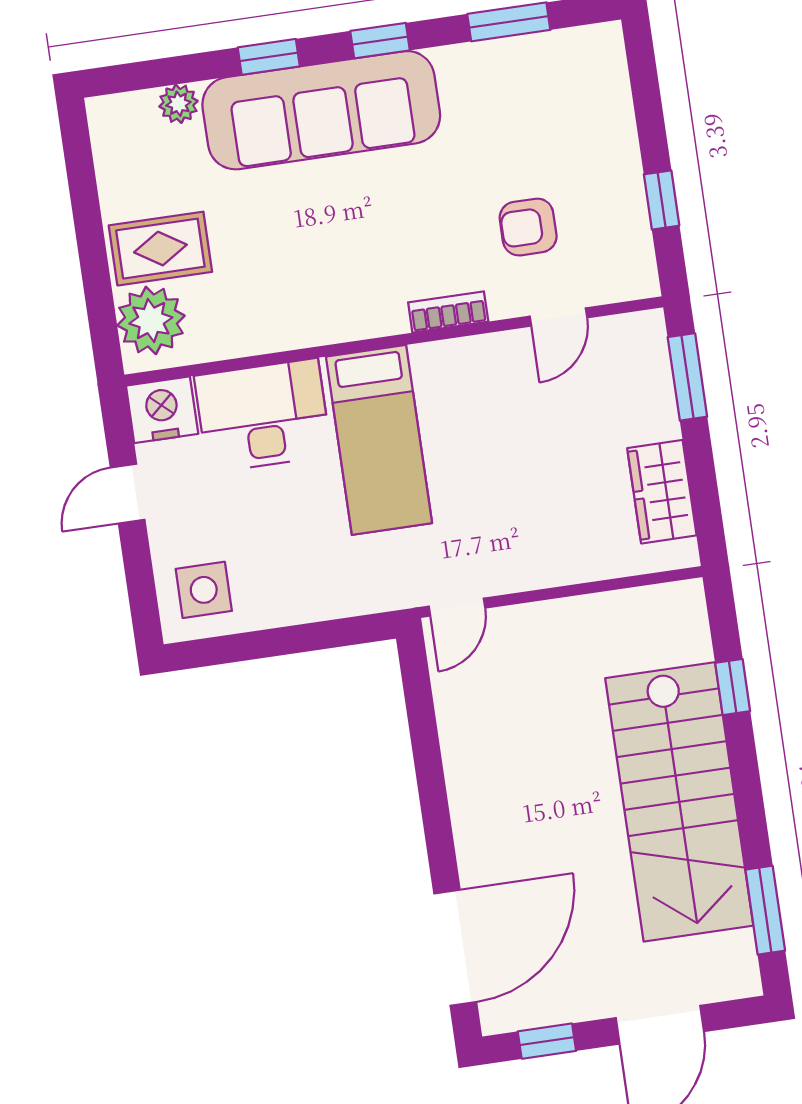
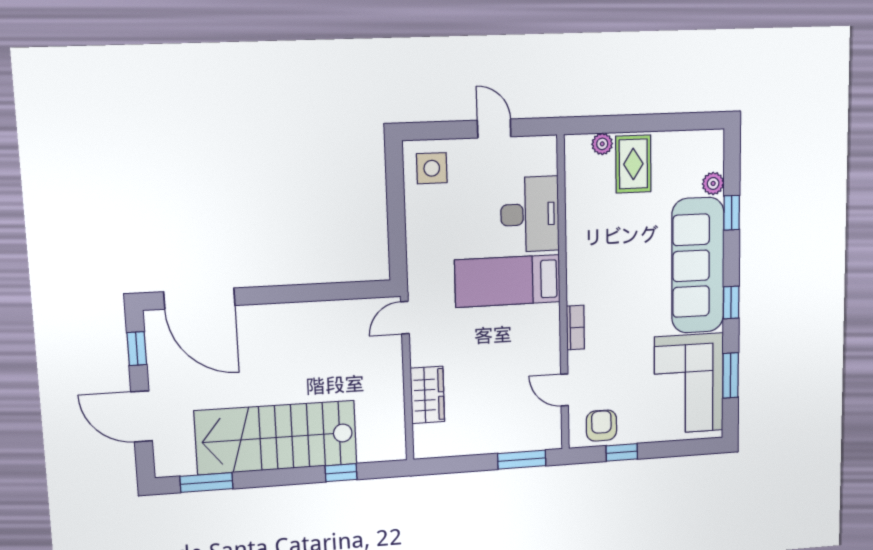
window: (269, 57) -> (732, 213), moved
corner sofa: (530, 96) -> (689, 384), added
armchair: (528, 227) -> (601, 426), moved
plant: (151, 320) -> (602, 144), width x0.53, depth x0.53
nightstand: (162, 410) -> (541, 155), removed
wardrobe: (662, 492) -> (427, 395), moved, turned 90
door: (457, 607) -> (405, 318), hinge flipped

